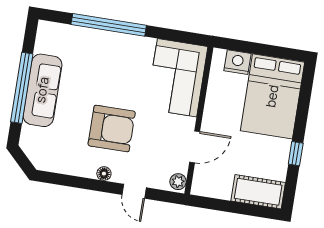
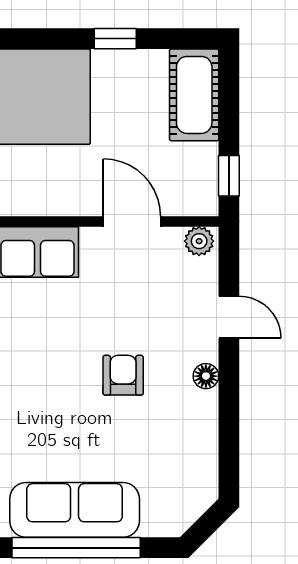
armchair: (112, 129) -> (123, 375), width x0.53, depth x0.53
door: (134, 191) -> (229, 317), hinge flipped
window: (211, 204) -> (229, 176), added

